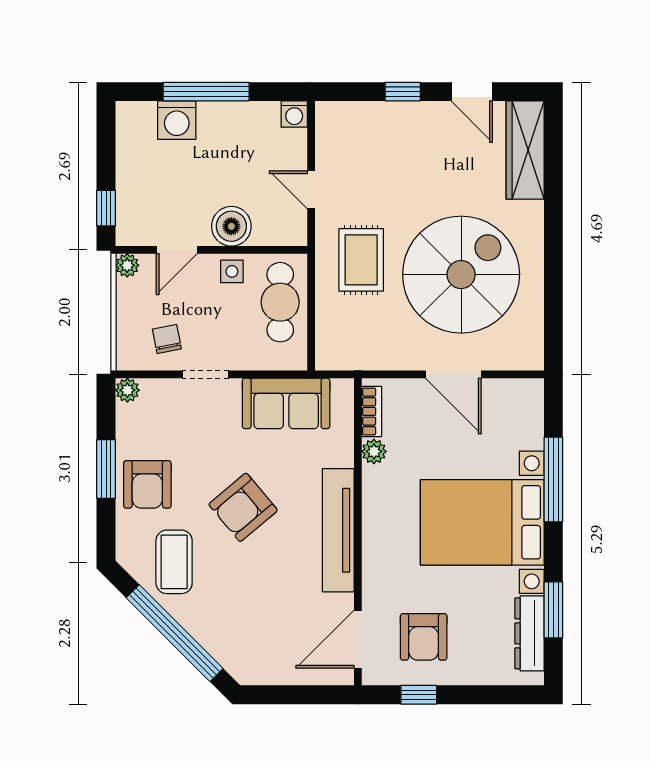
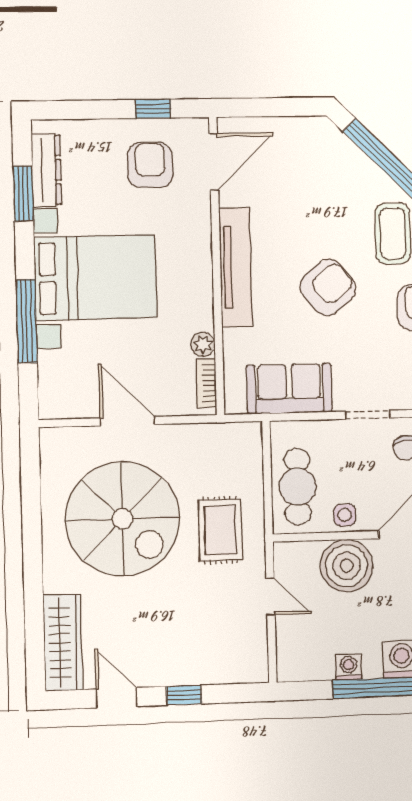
washing machine: (294, 114) -> (349, 667), moved
boiler: (231, 226) -> (347, 566), width x1.37, depth x1.37
spiral stairs: (461, 275) -> (122, 519), turned -90

